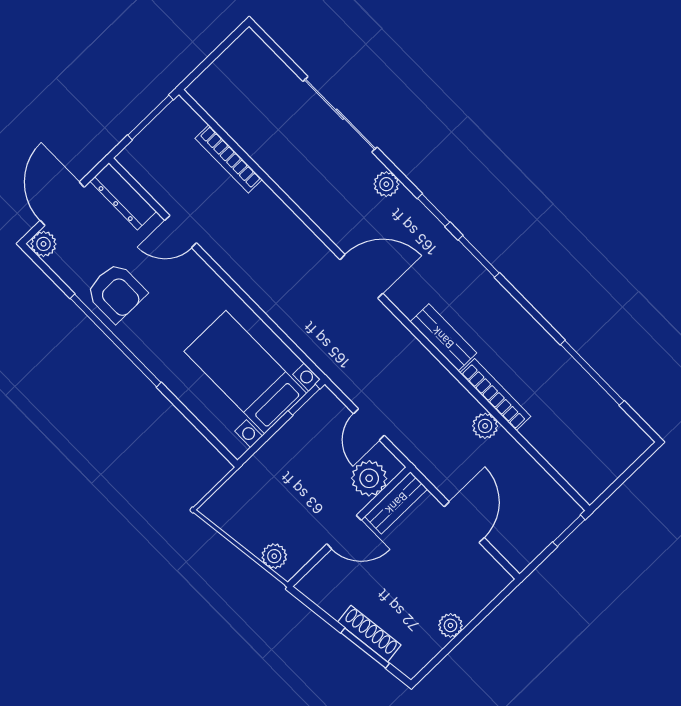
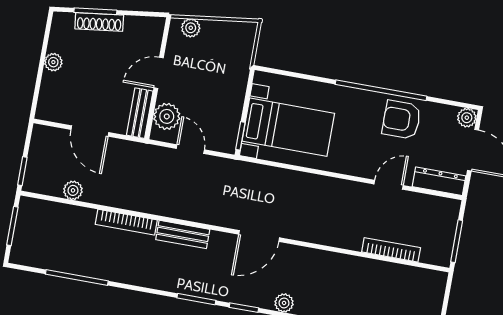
plant: (485, 426) -> (73, 190), moved
window: (622, 479) -> (12, 226), added

